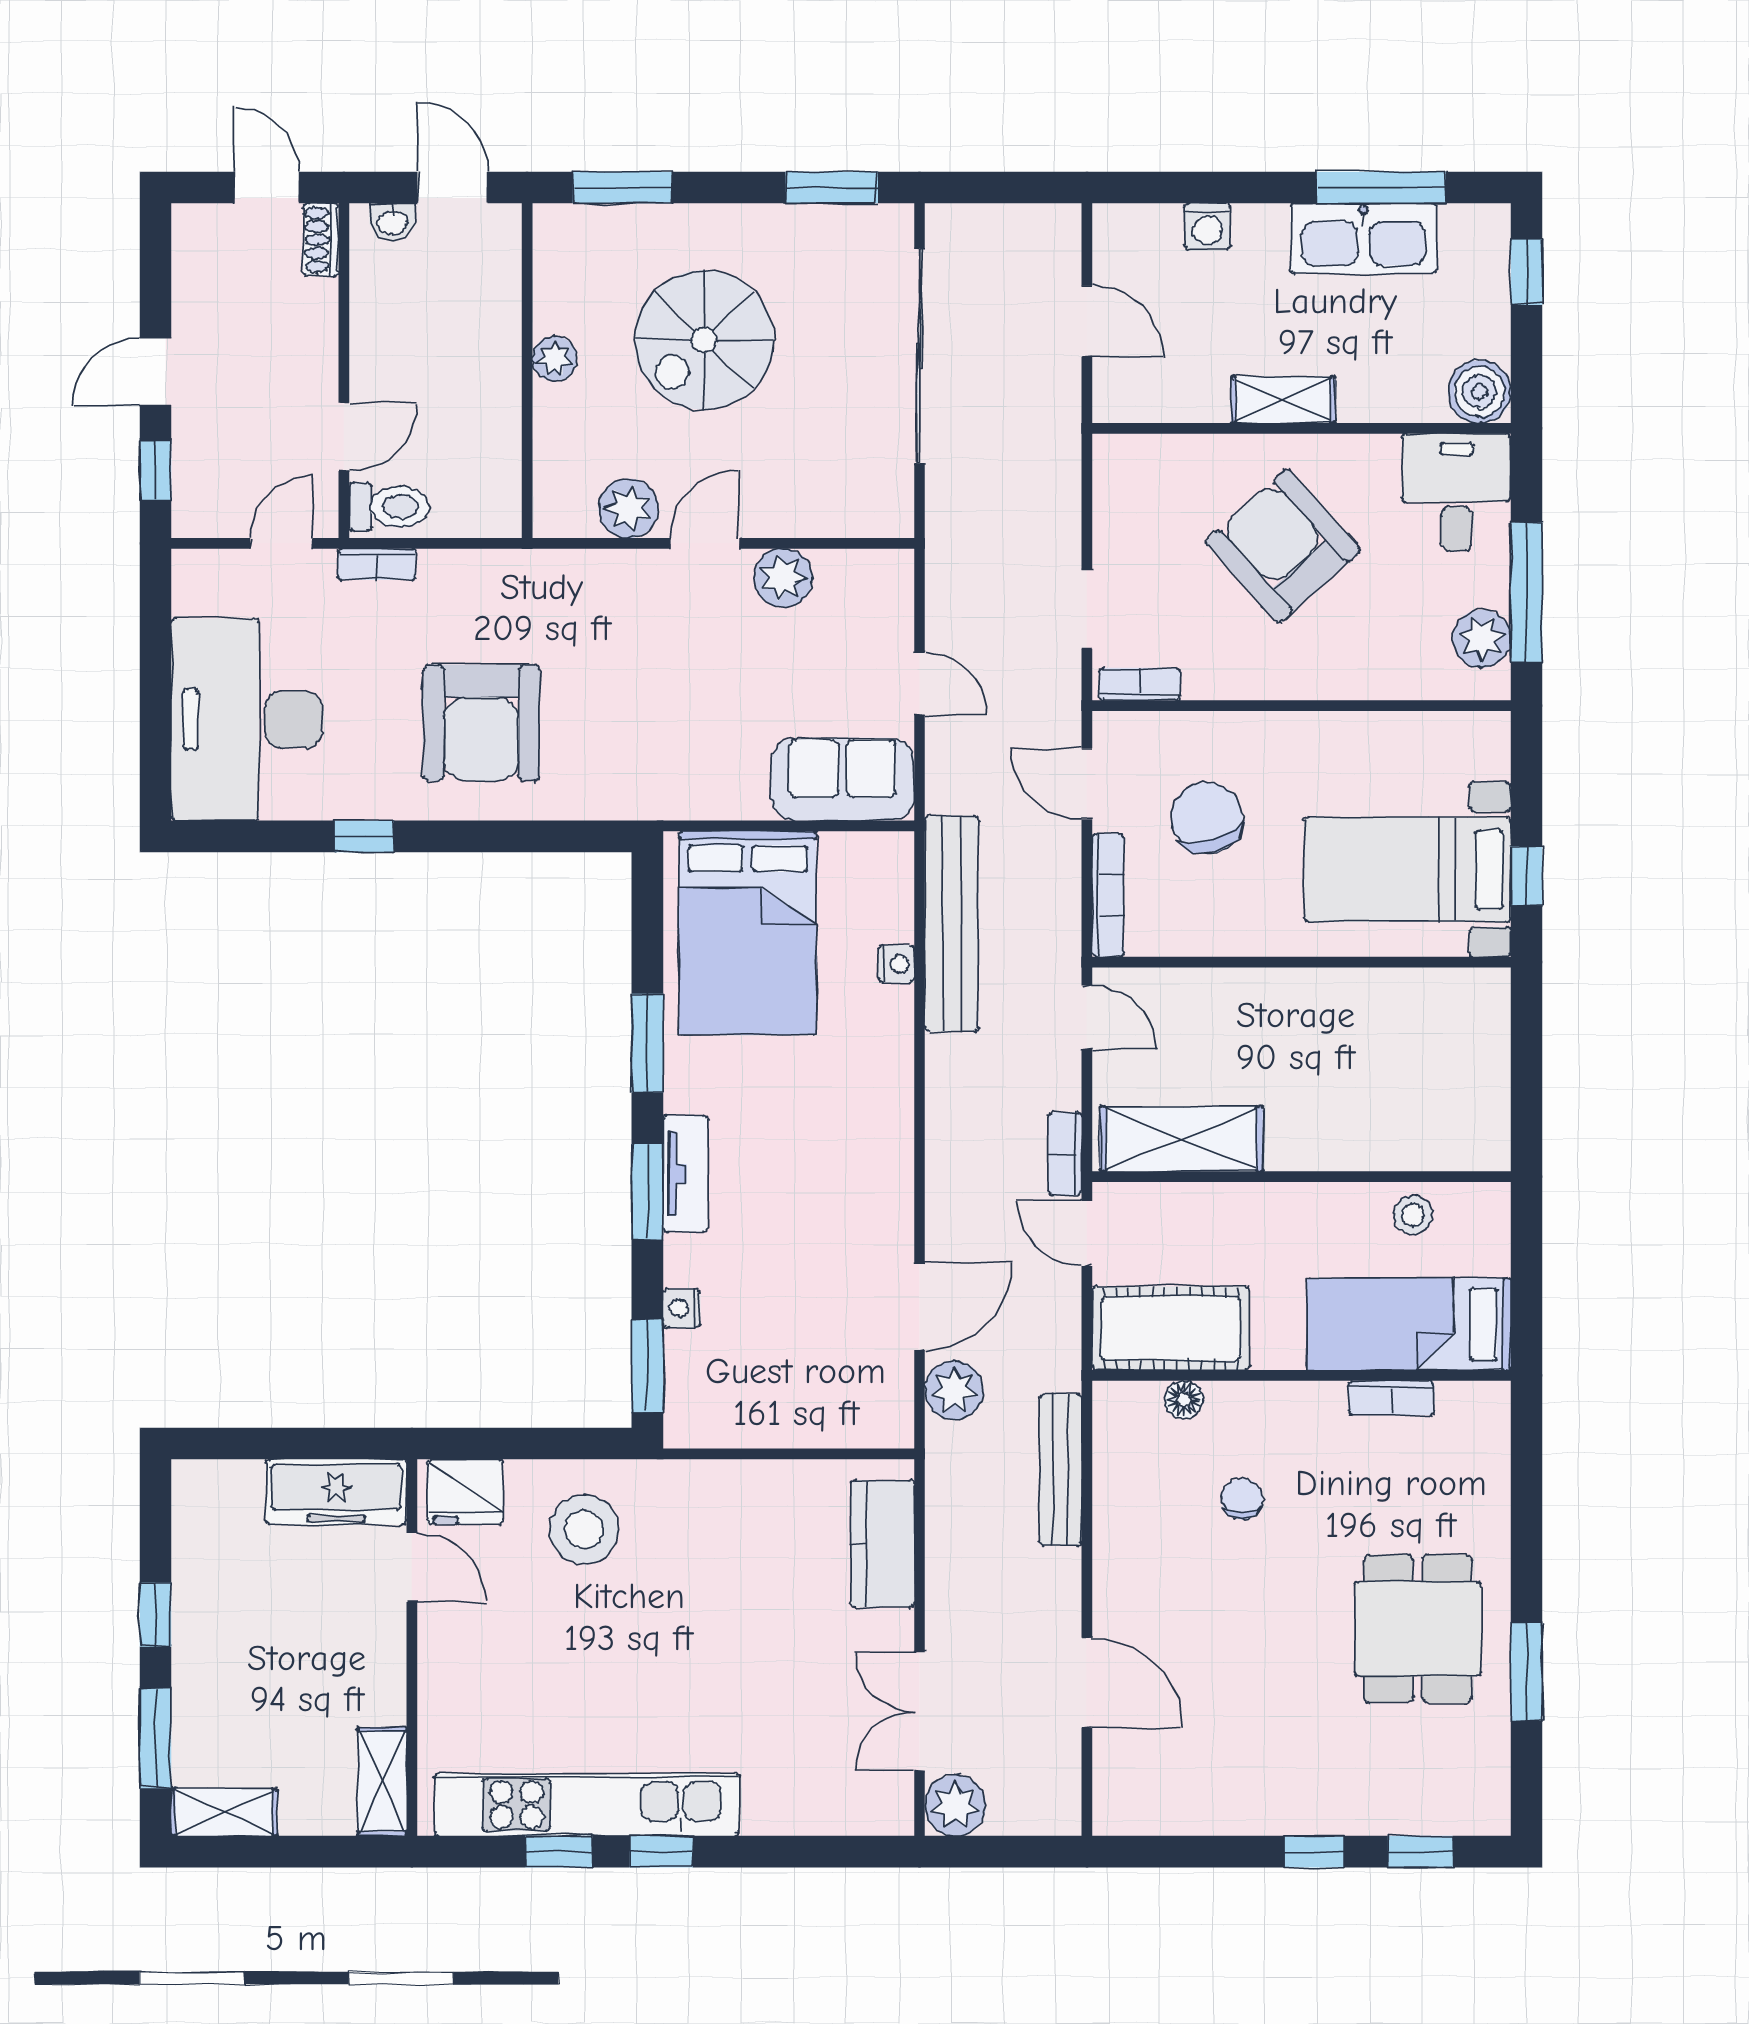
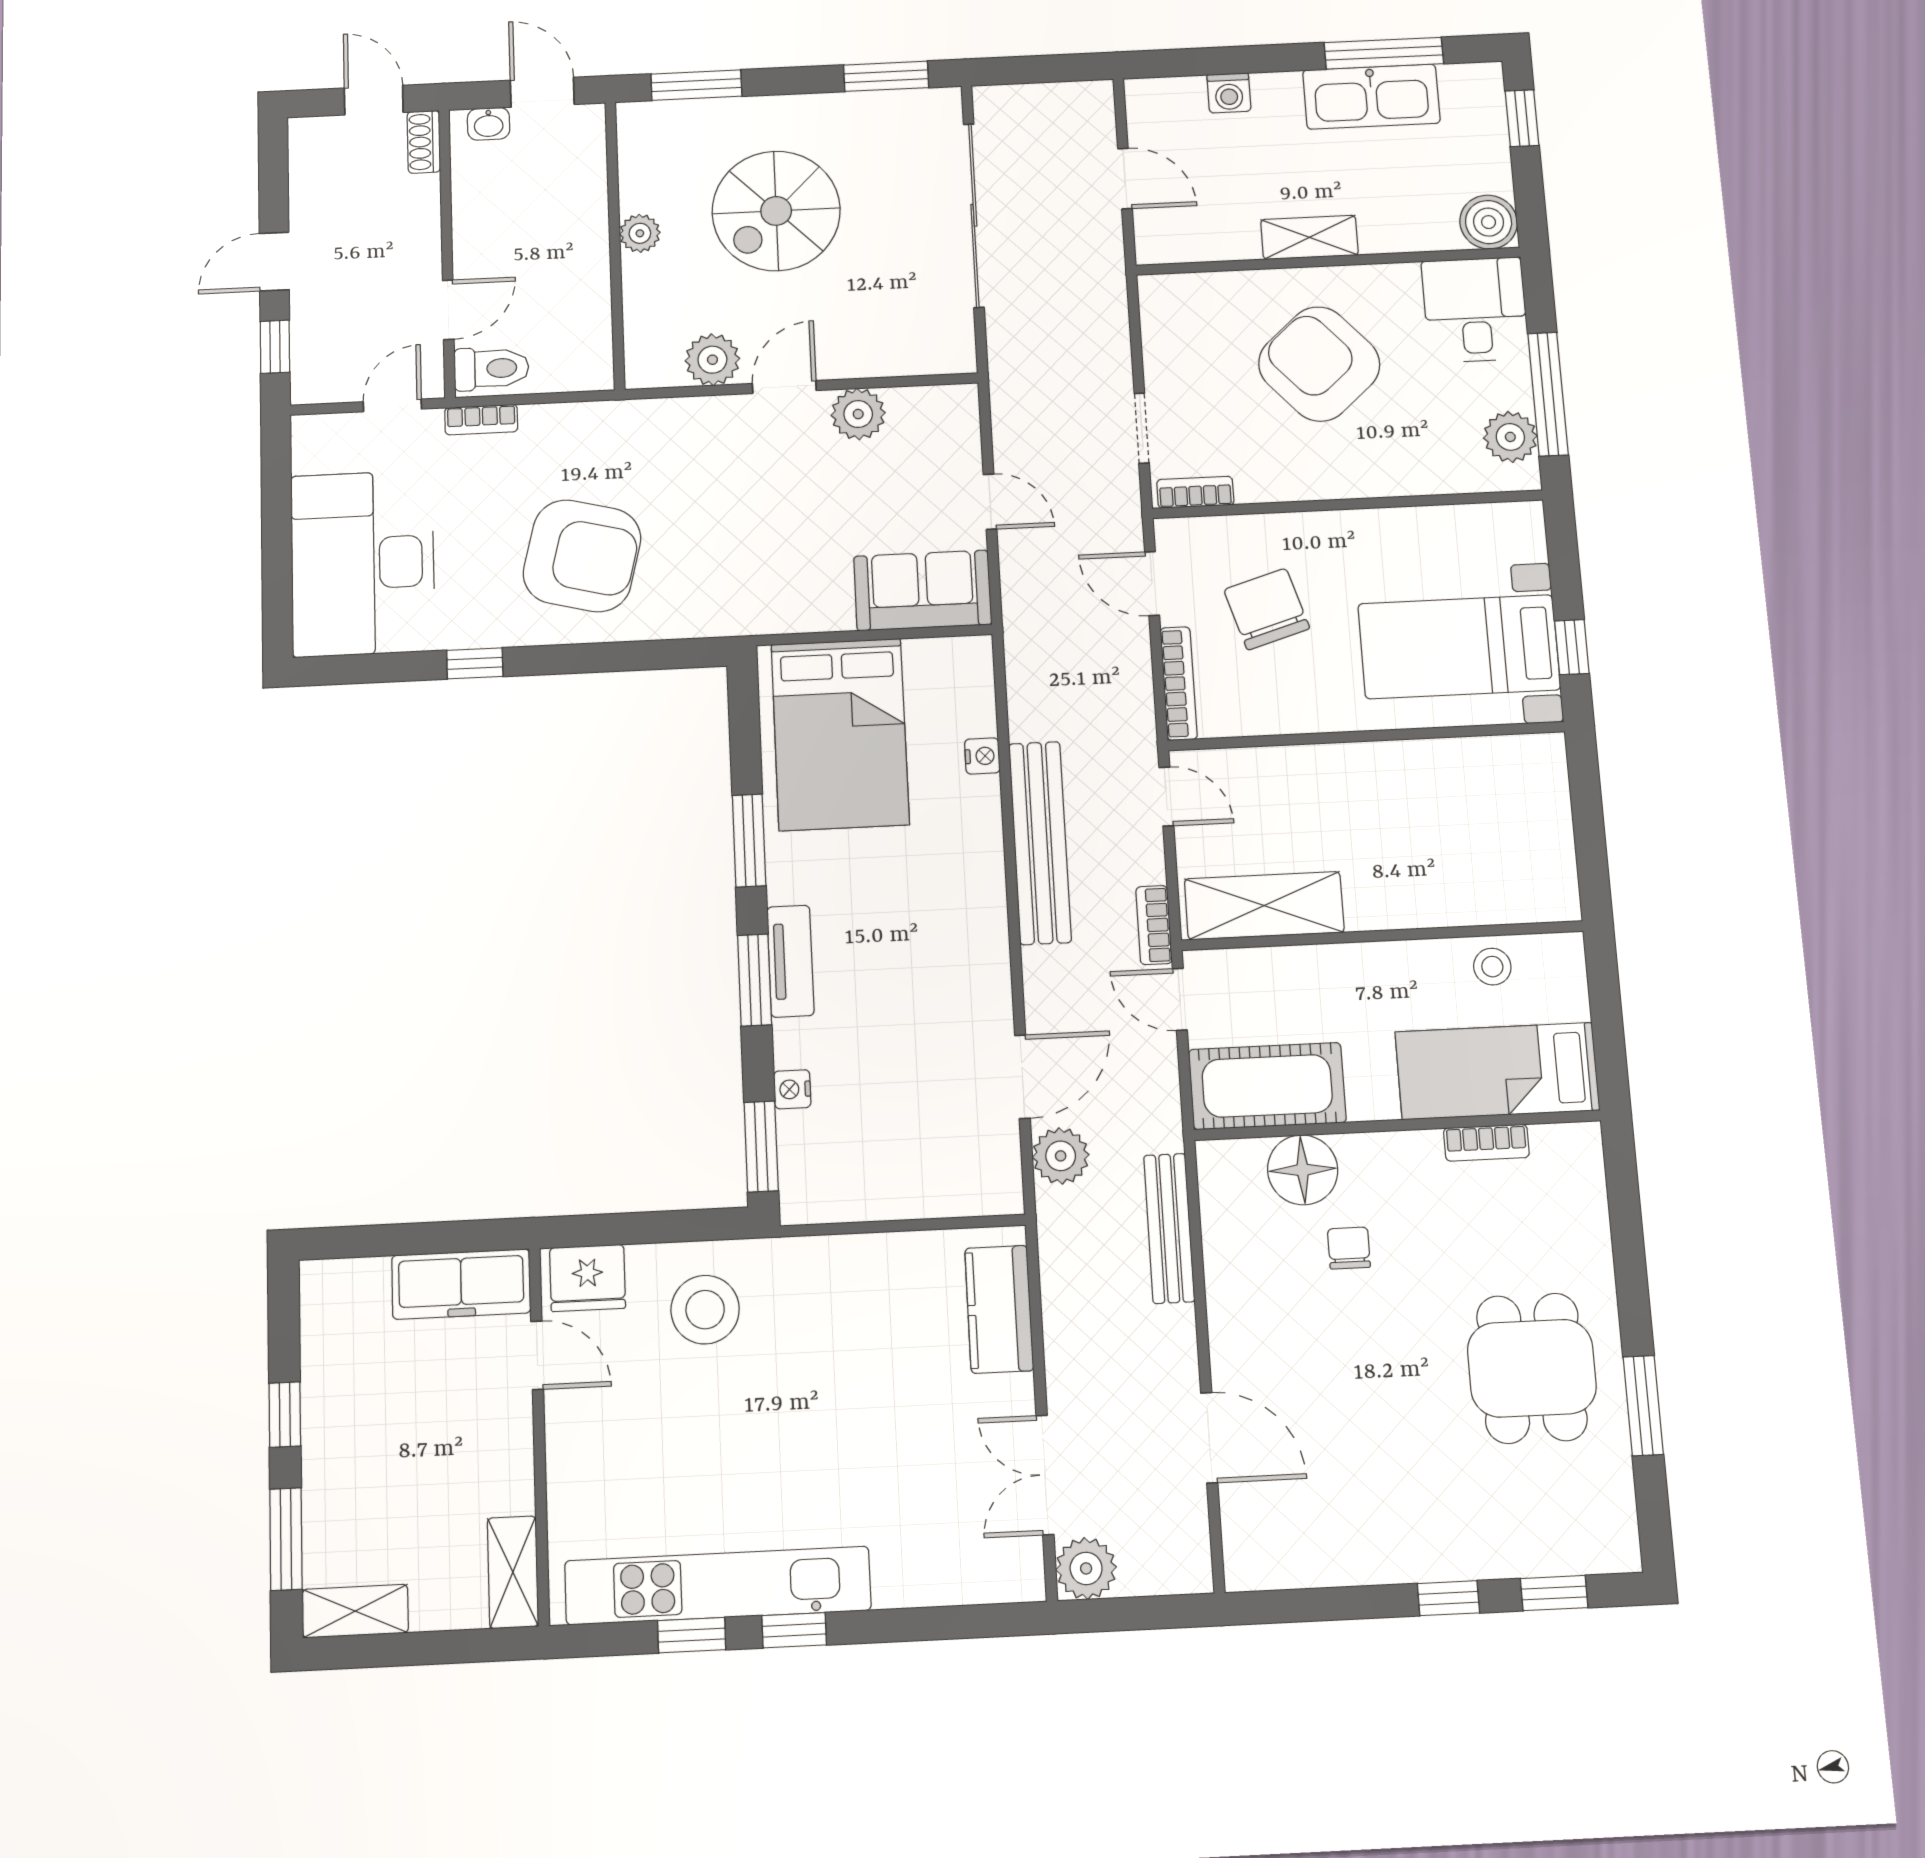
armchair: (481, 723) -> (582, 556), turned -76
bench: (952, 924) -> (1040, 843), moved
floor lamp: (1184, 1400) -> (1303, 1170), width x1.89, depth x1.89

